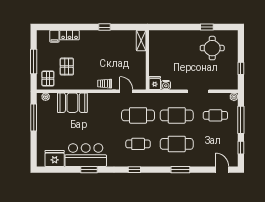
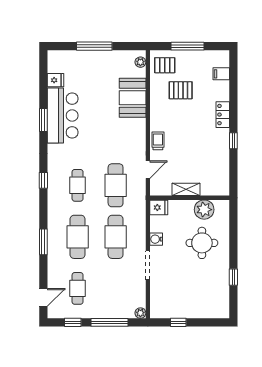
locker: (70, 35) -> (223, 115), moved
shelving: (141, 40) -> (186, 189), moved
round table: (212, 48) -> (202, 243), moved
plant: (156, 49) -> (204, 210), added
water cooler: (166, 85) -> (156, 239), moved
cafe table: (215, 115) -> (78, 288), moved
window: (34, 118) -> (94, 46), moved
fridge: (55, 158) -> (55, 80), width x0.53, depth x0.75

